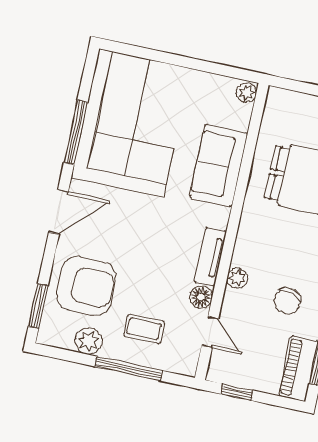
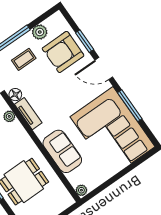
door: (58, 212) -> (104, 69), hinge flipped
window: (38, 306) -> (85, 41), moved

